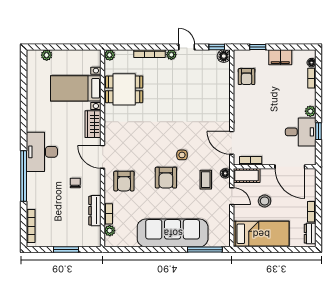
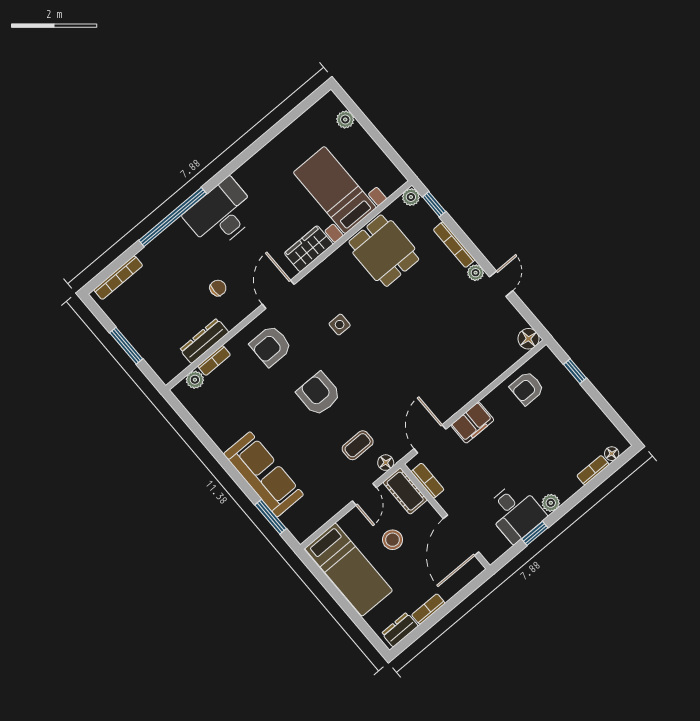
window: (217, 47) -> (434, 204), moved
filing cabinet: (280, 57) -> (472, 423), moved, turned -90
side table: (182, 155) -> (340, 325), moved
armchair: (166, 178) -> (319, 394), turned 90
sofa: (173, 233) -> (264, 474), width x0.74, depth x0.79
window: (205, 250) -> (271, 517), width x0.69

